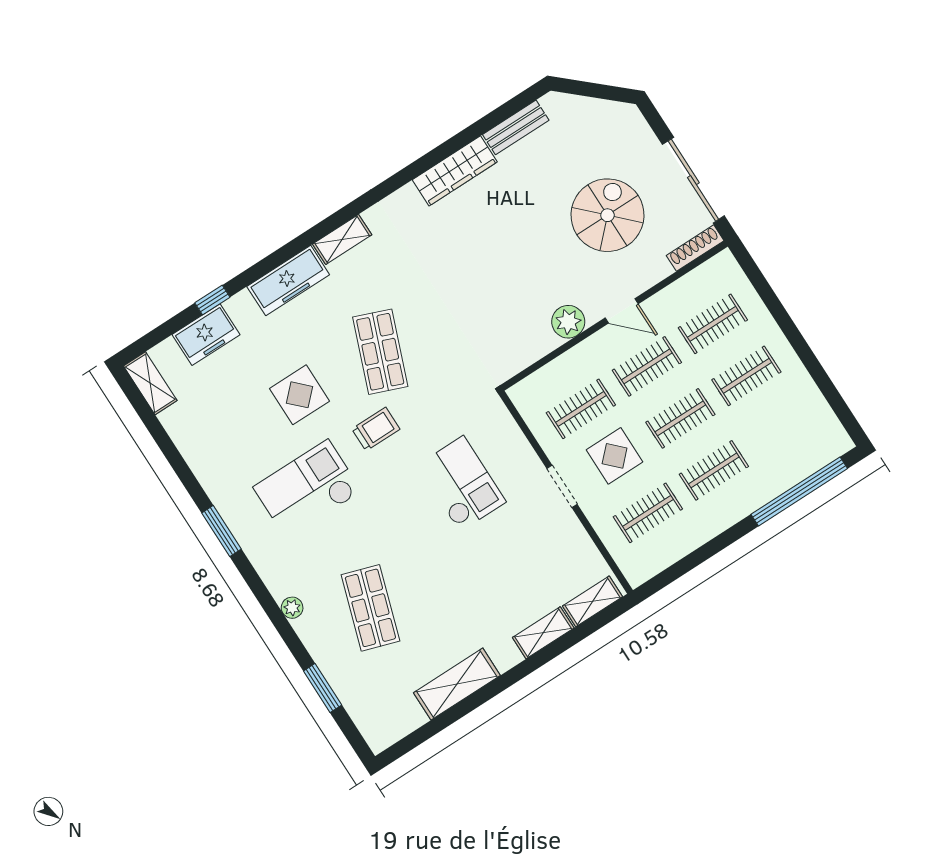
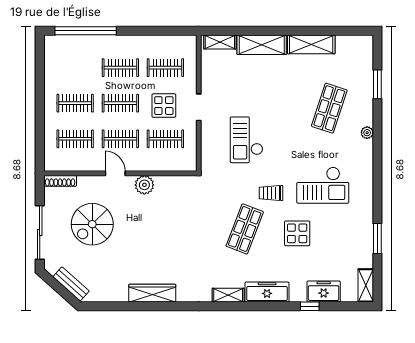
bench: (516, 127) -> (71, 284), moved, turned 42
sliding door: (693, 180) -> (40, 232), moved
window: (221, 531) -> (377, 239), moved
shelving: (543, 633) -> (262, 45), width x1.50, depth x1.33

